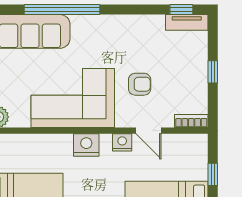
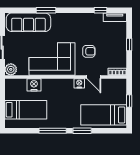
window: (62, 10) -> (46, 10), width x0.47
window: (181, 10) -> (101, 10), moved
nightstand: (86, 145) -> (34, 85), moved

